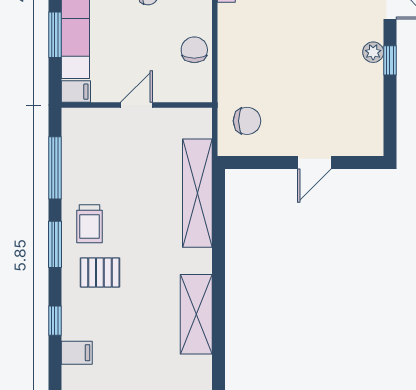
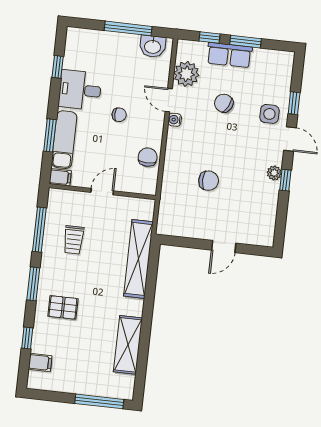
chair: (247, 121) -> (209, 181), moved
trolley: (90, 224) -> (74, 240), moved

